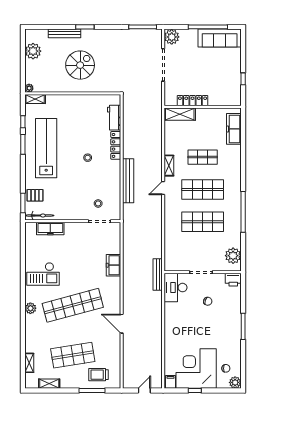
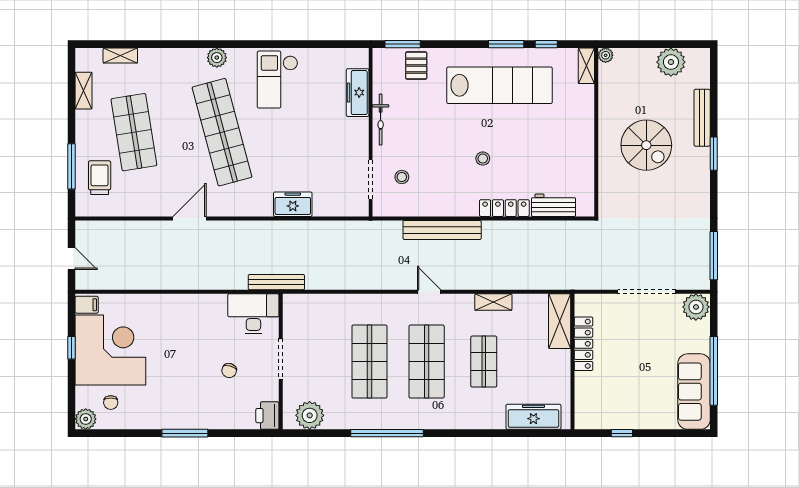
shelving: (169, 166) -> (493, 302), moved
bicycle: (39, 215) -> (381, 120), moved

